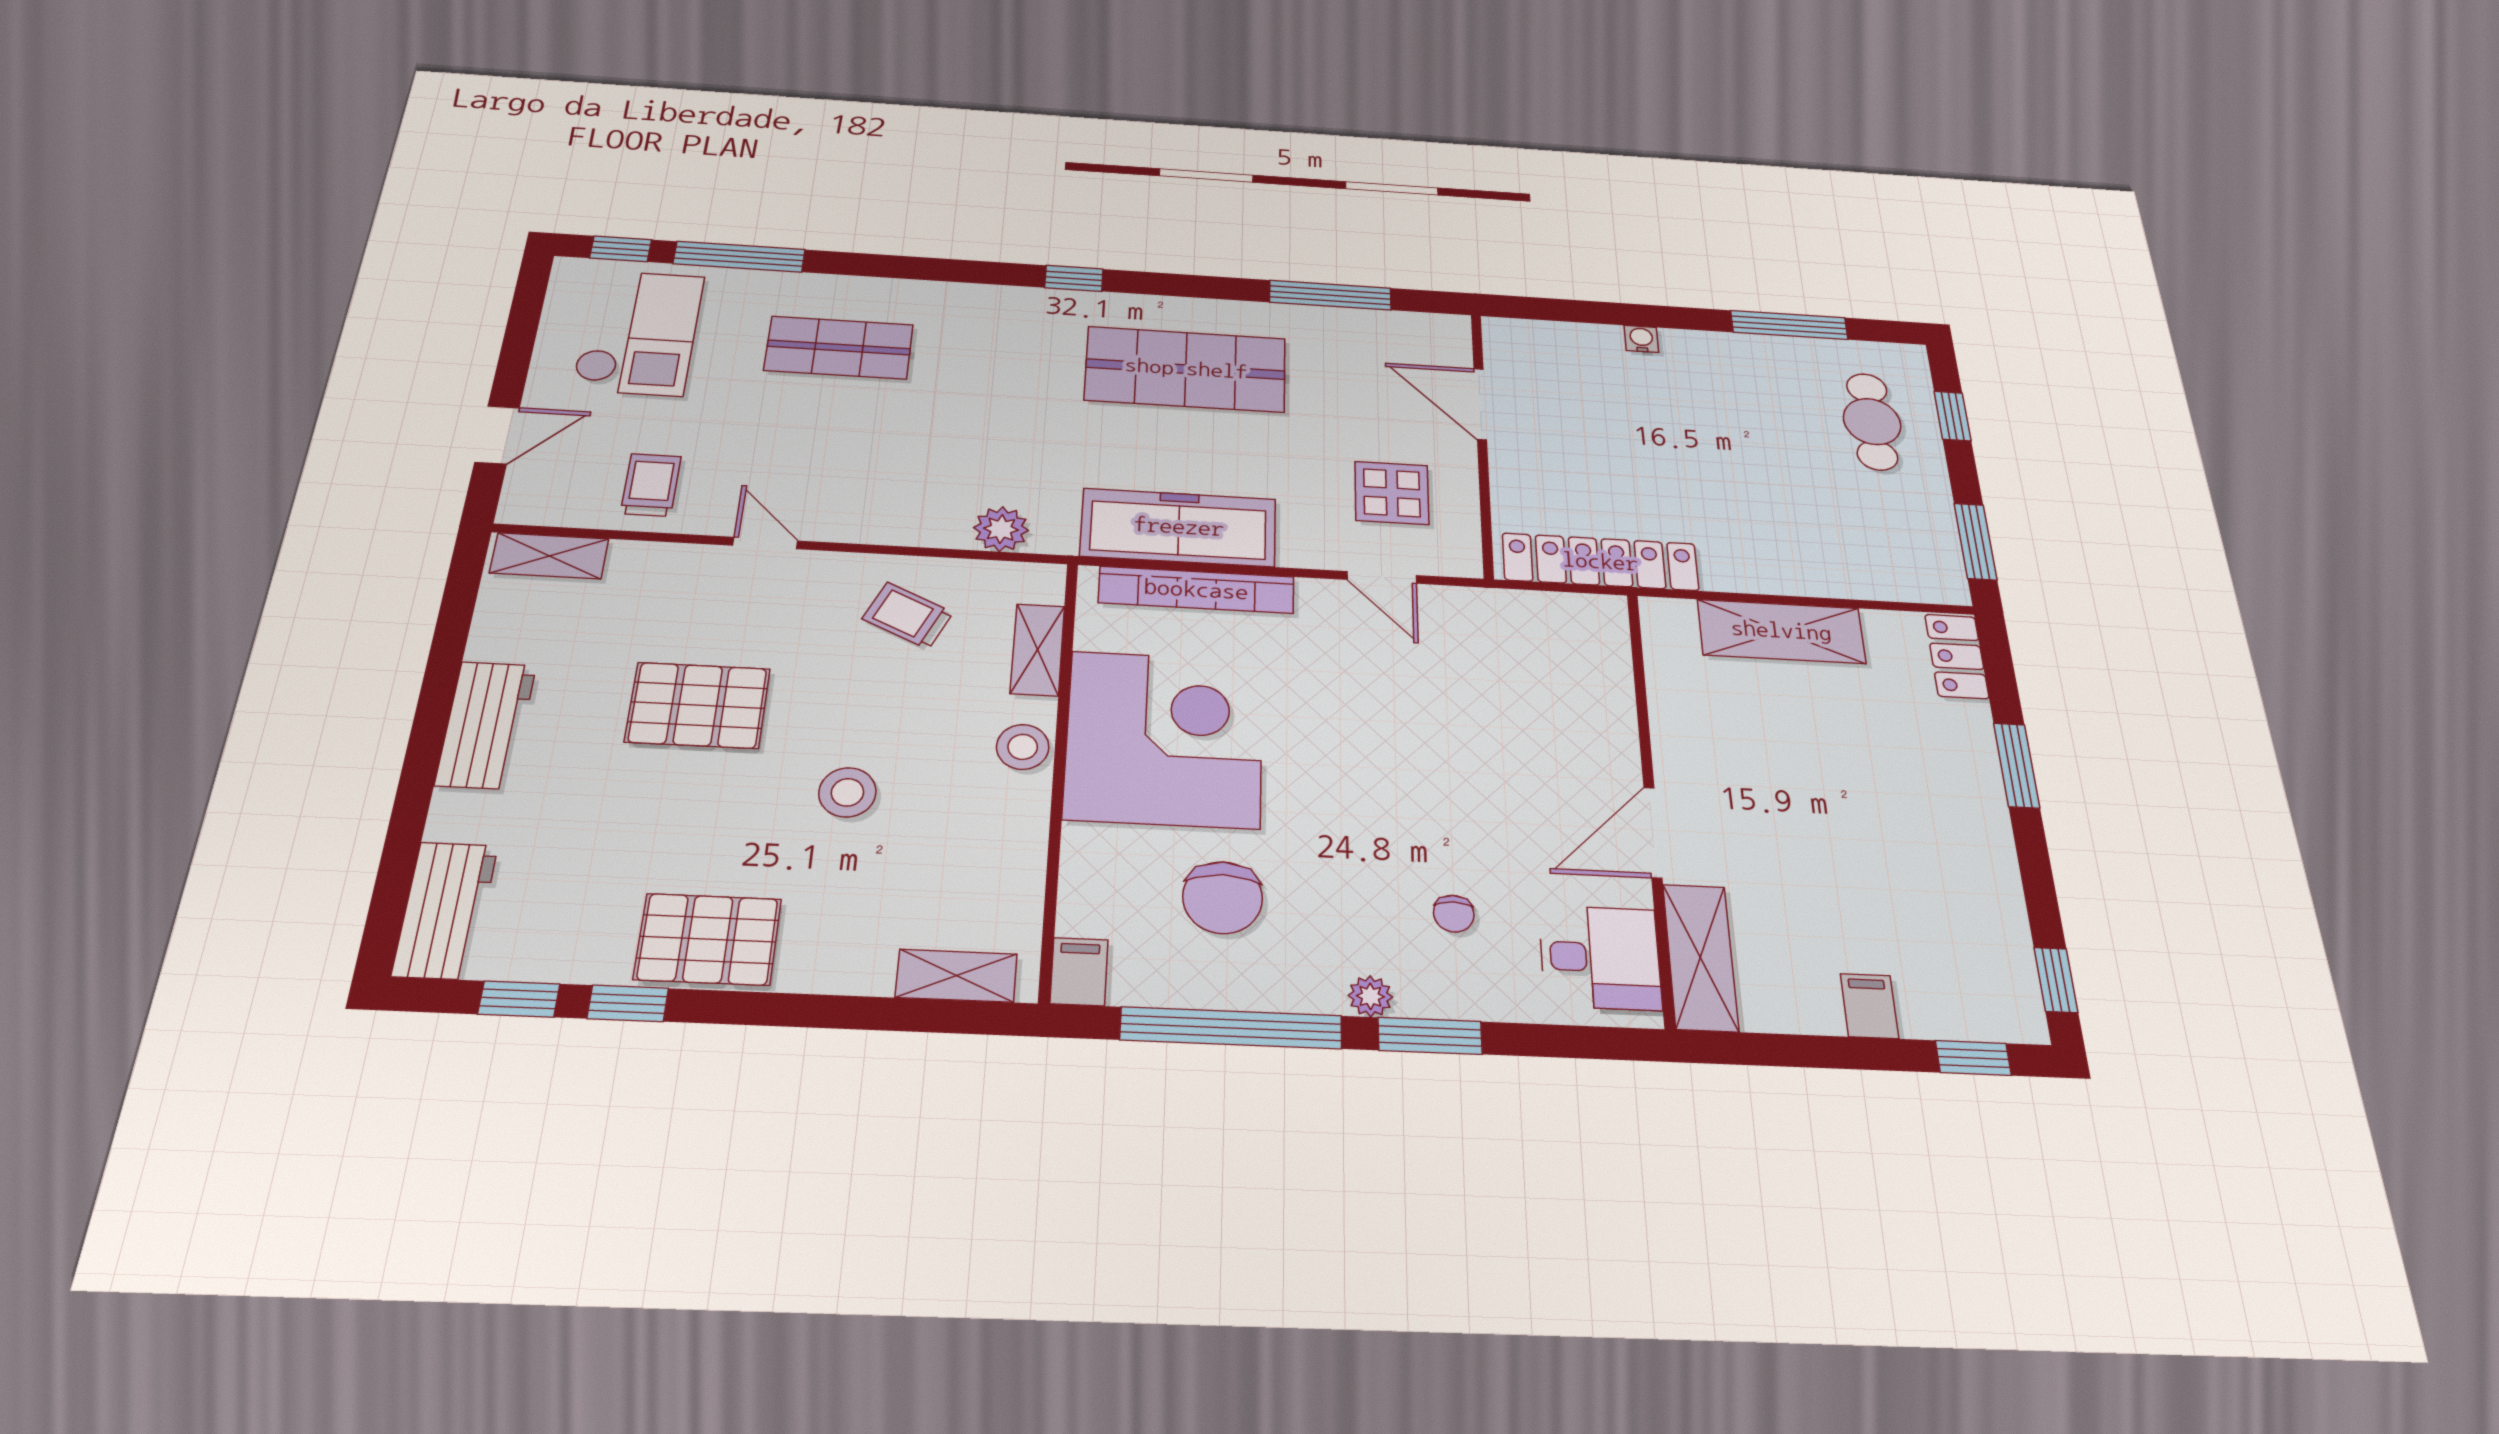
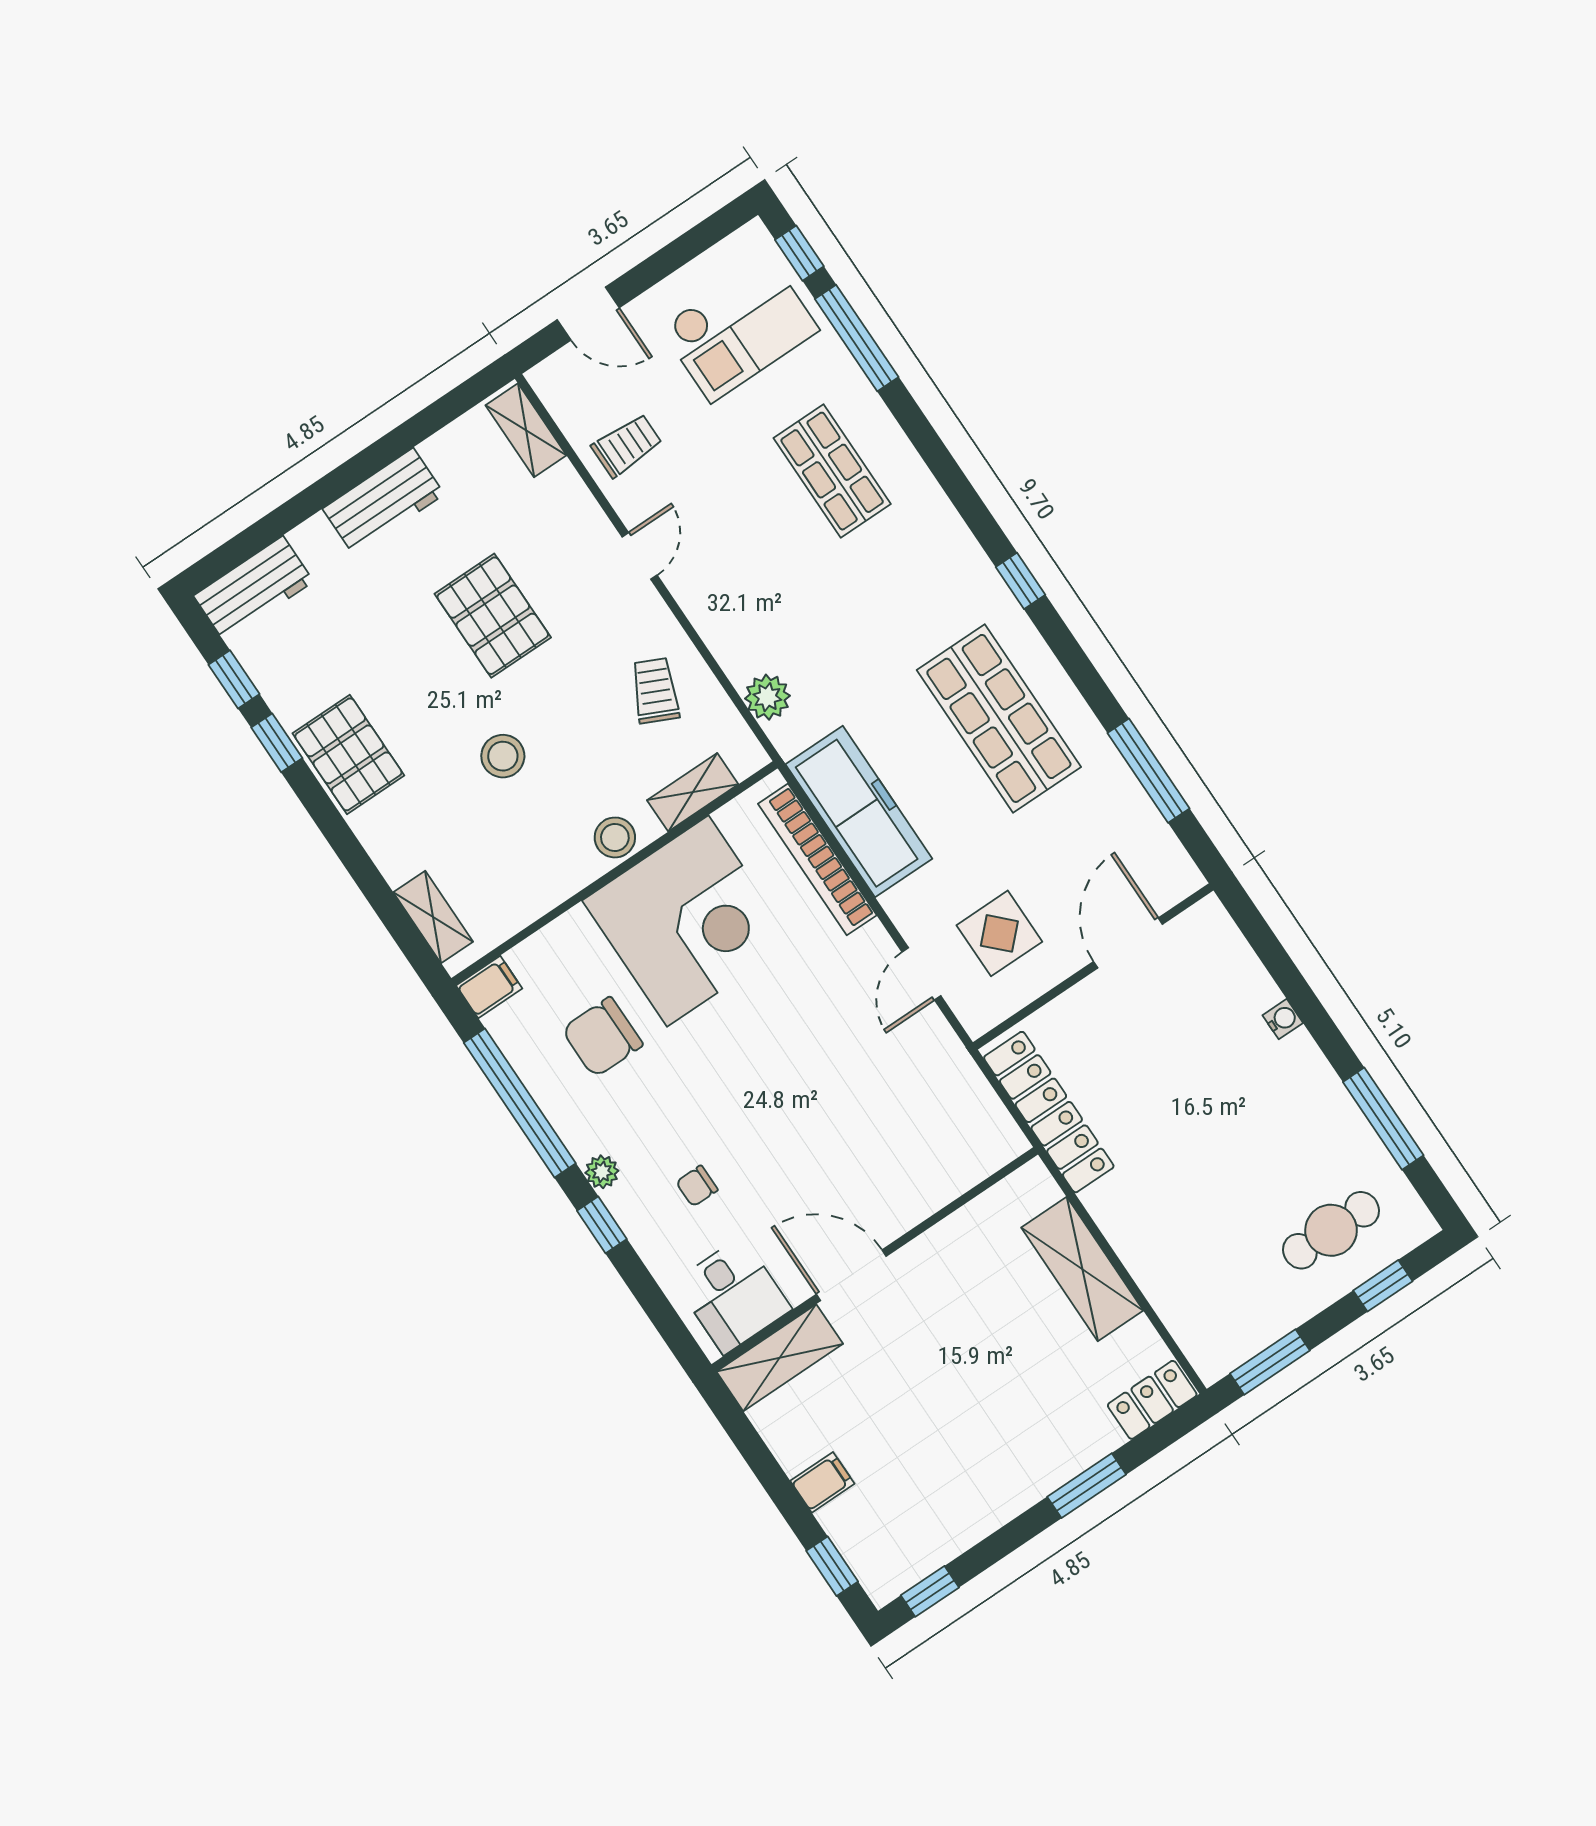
window: (1430, 1036) -> (602, 1225), width x0.67

